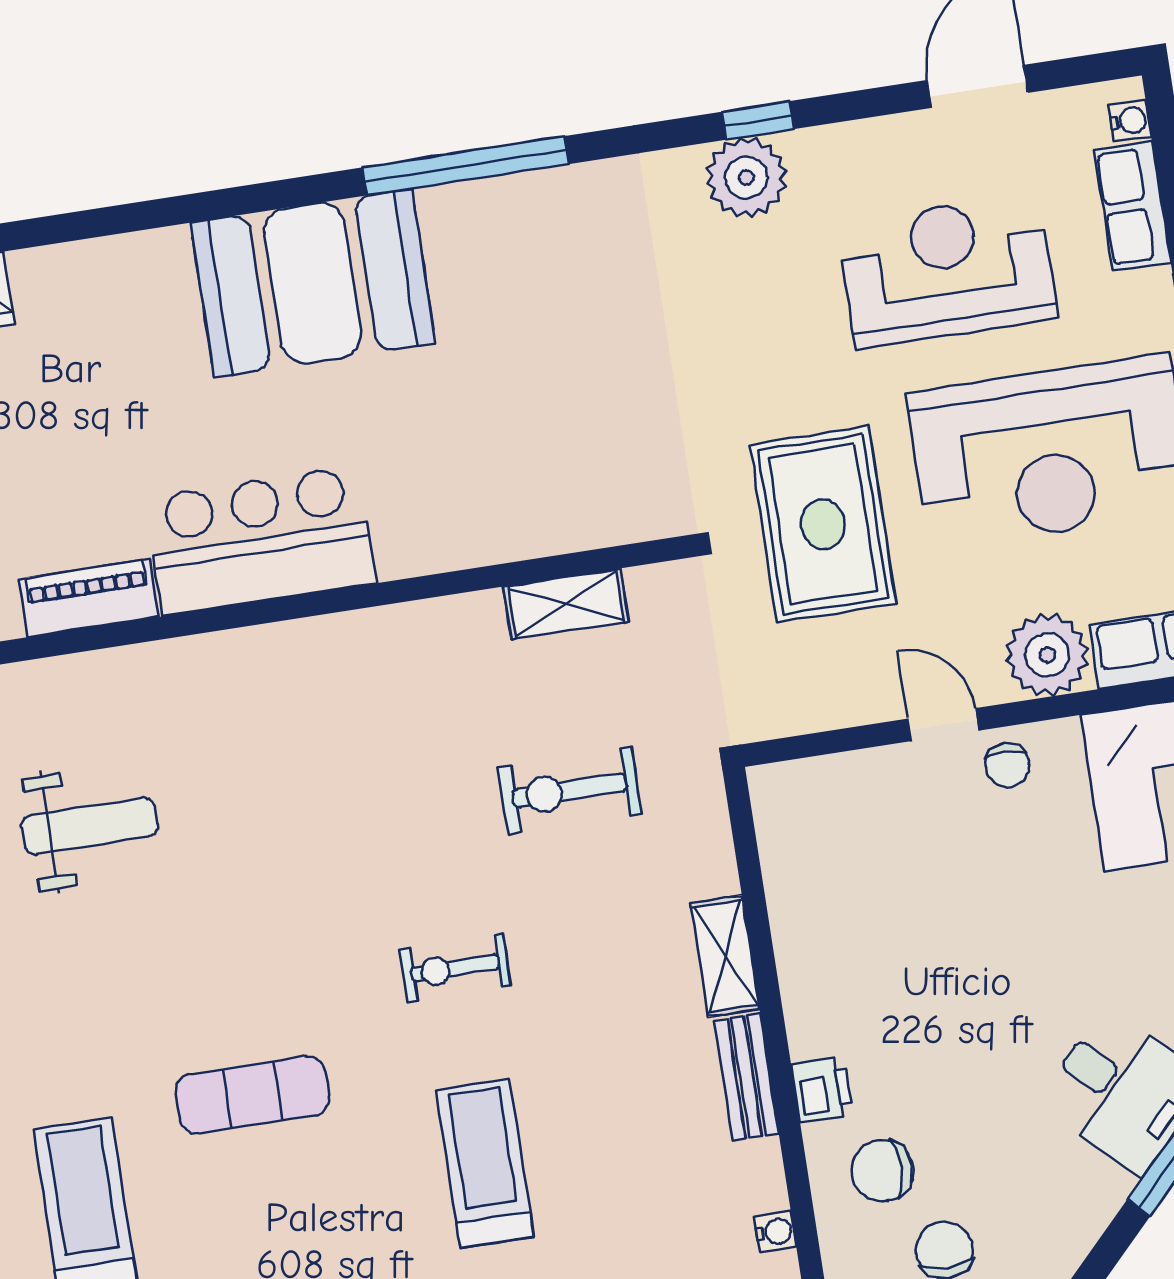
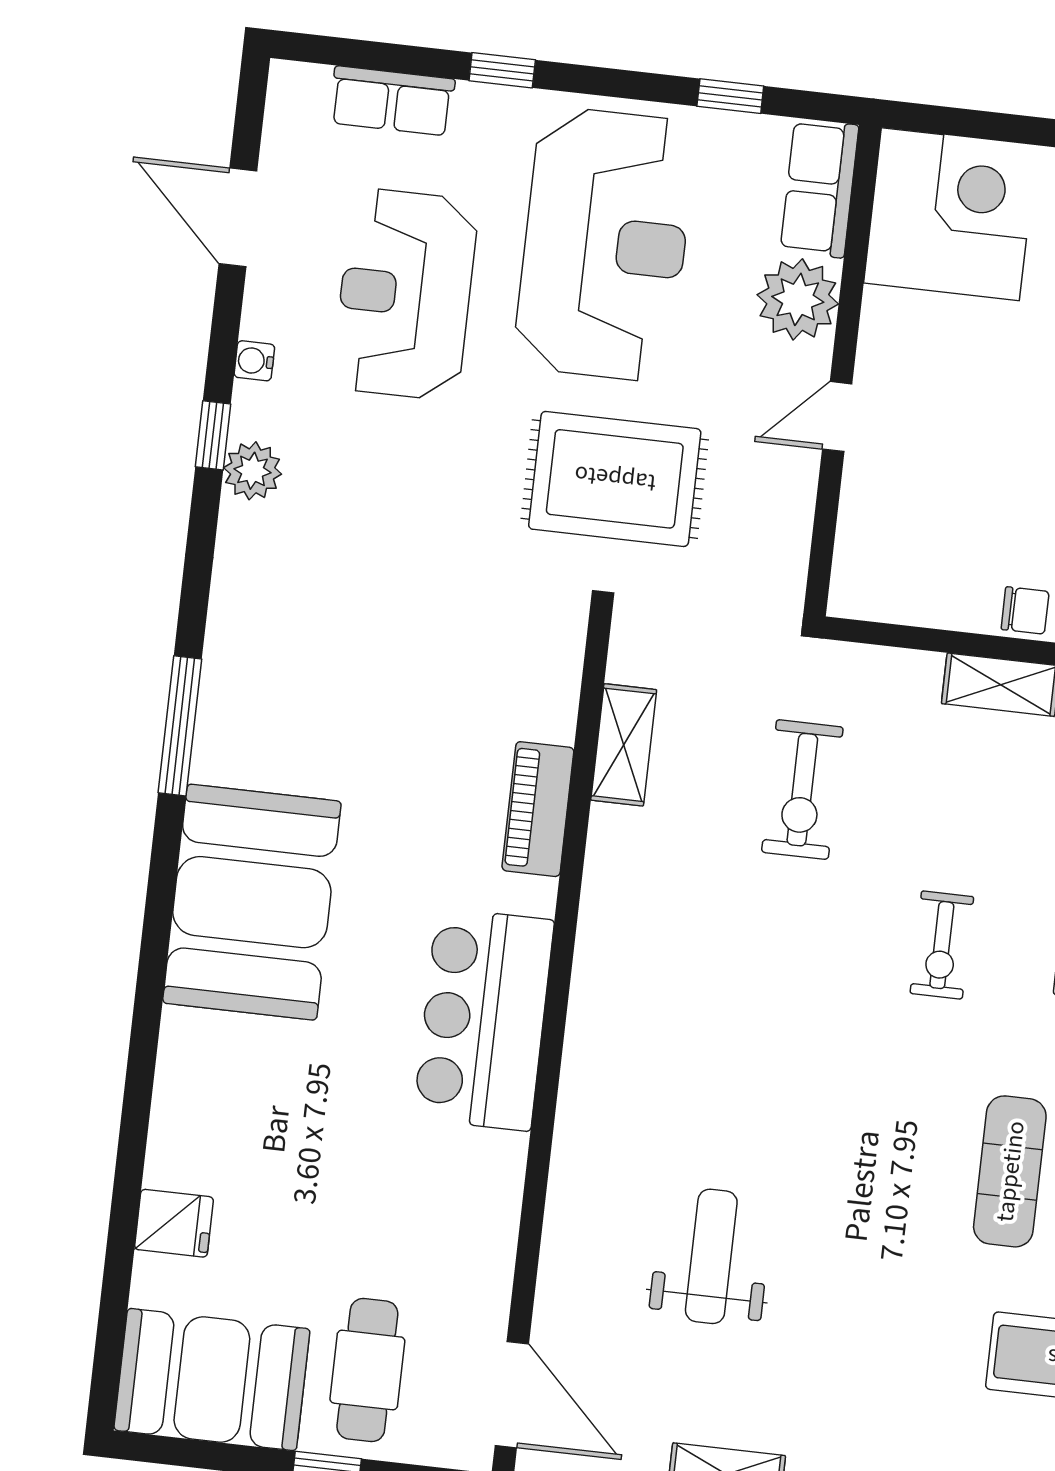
water cooler: (1130, 121) -> (254, 361), moved, turned -90
window: (466, 166) -> (180, 726), width x0.68
plant: (746, 177) -> (253, 471), width x0.73, depth x0.73
piano: (89, 598) -> (538, 809), moved
chair: (1007, 765) -> (1025, 610), moved

